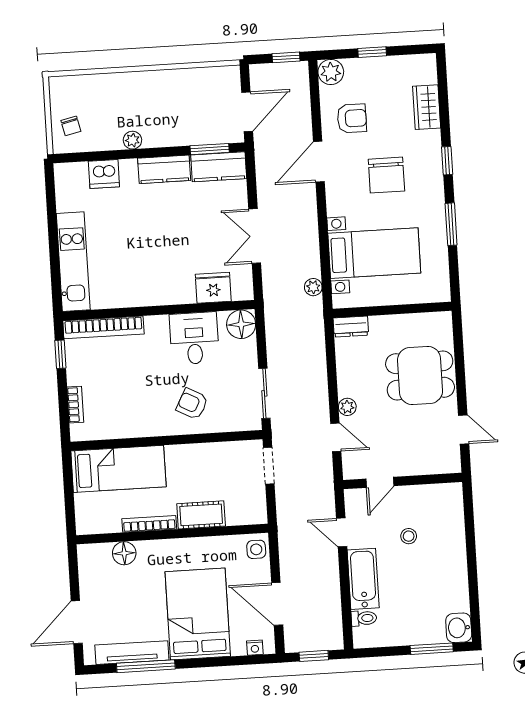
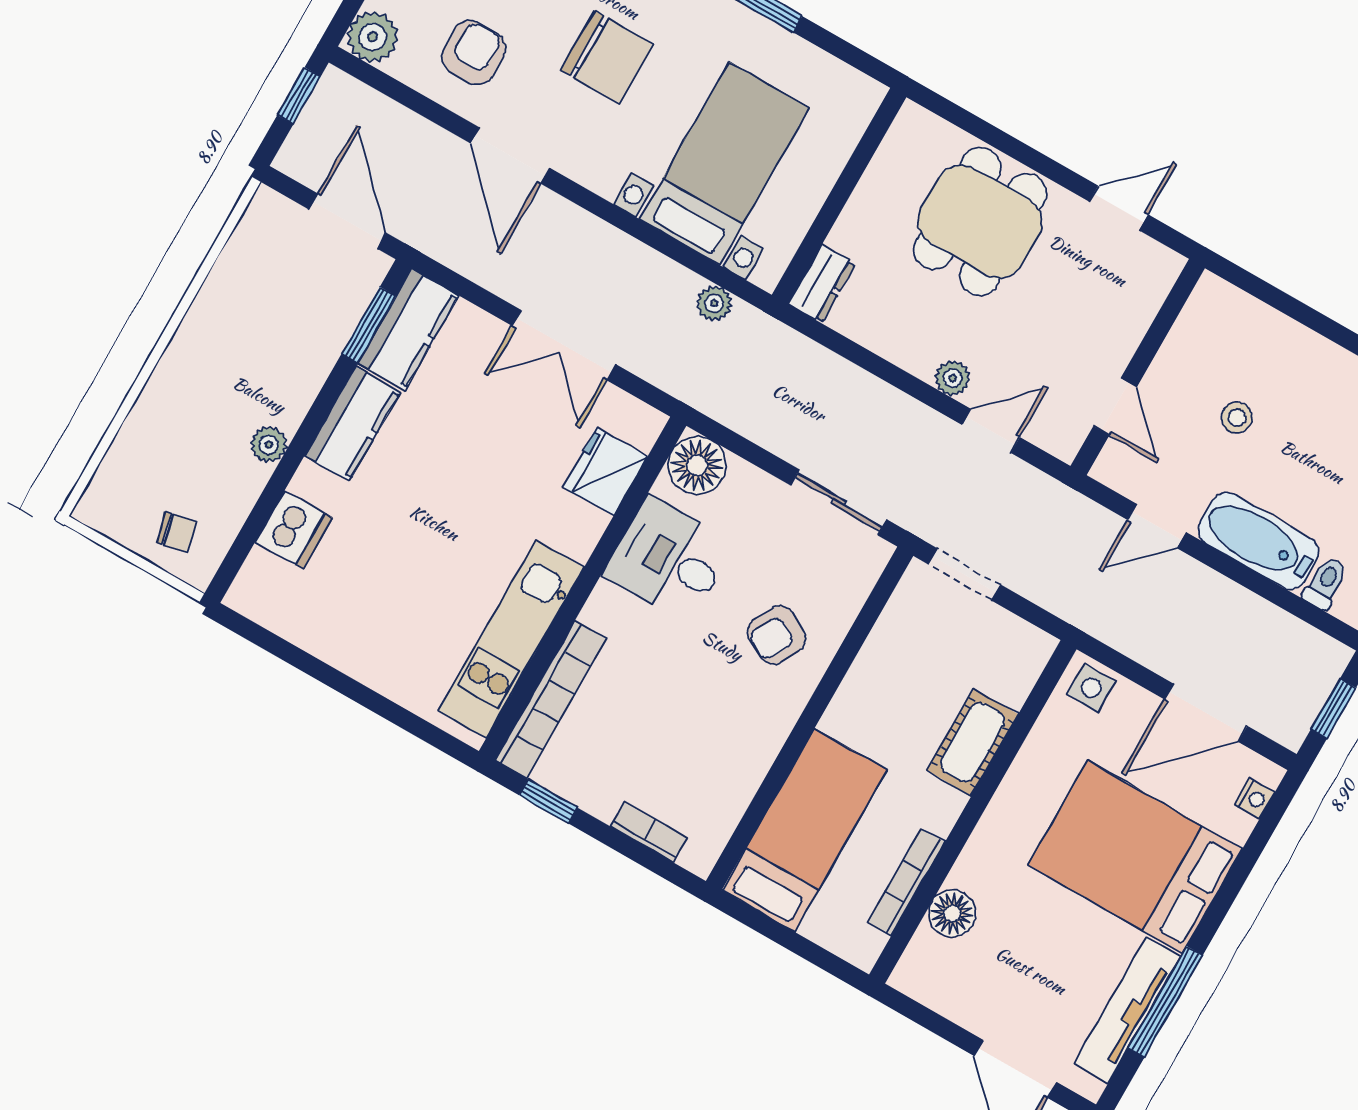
kitchen unit: (73, 262) -> (511, 639), moved, turned -90
bookcase: (149, 524) -> (906, 882), moved

